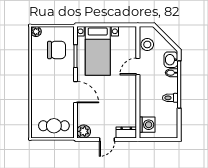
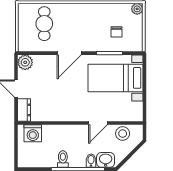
chair: (57, 50) -> (116, 32), width x0.54, depth x0.54
door: (138, 66) -> (98, 123), swing flipped
cafe table: (54, 126) -> (44, 24), moved

